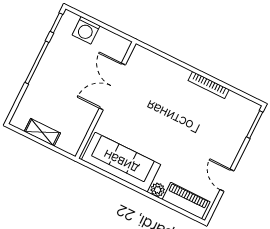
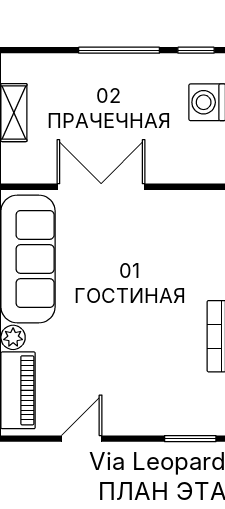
double door: (112, 86) -> (101, 187), moved

